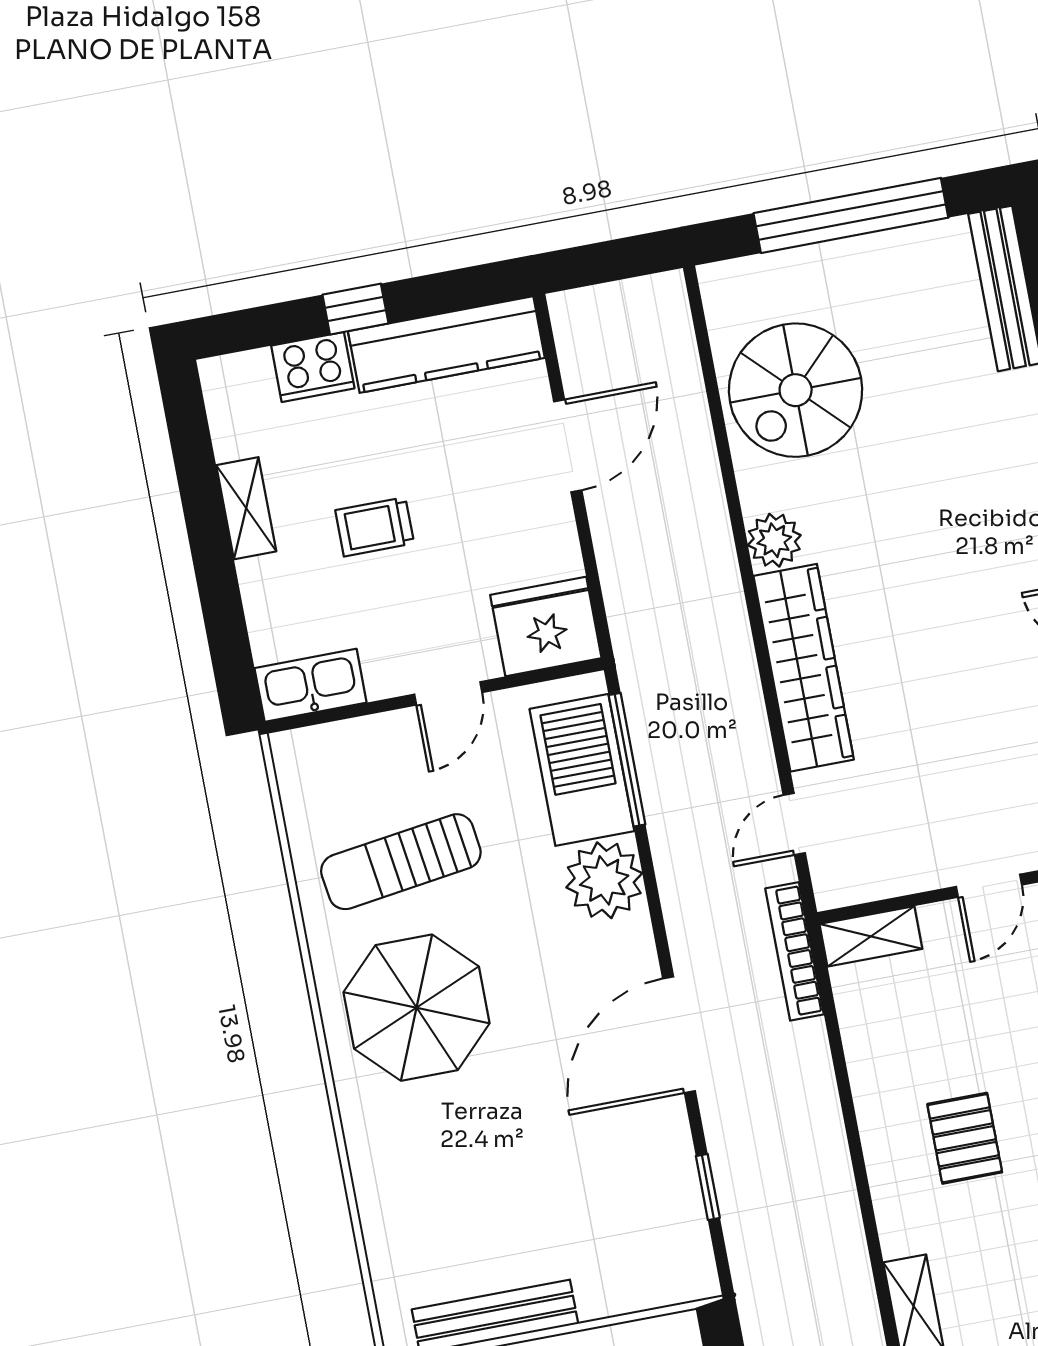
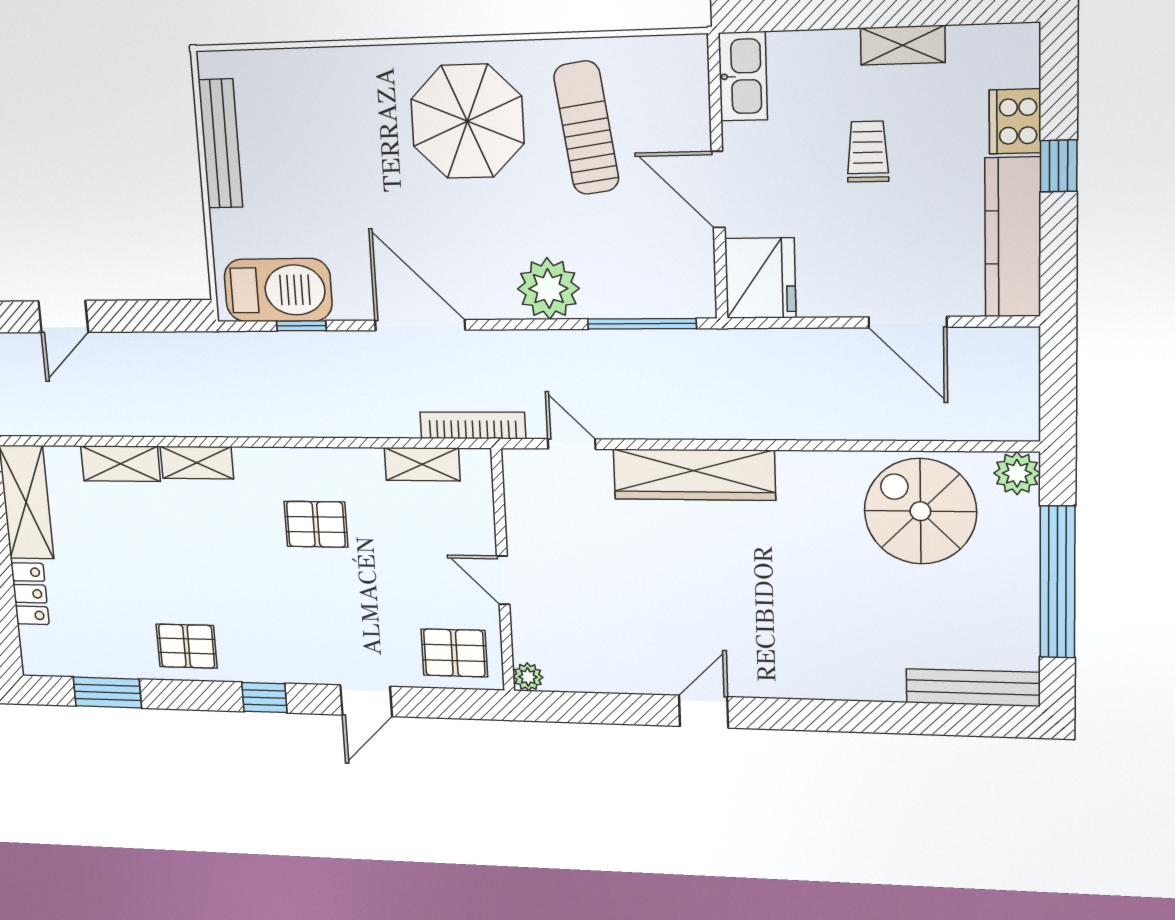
plant: (774, 540) -> (1017, 473), moved
door: (448, 693) -> (718, 190), width x1.38
barbecue: (582, 770) -> (278, 290), moved
shelving: (871, 936) -> (422, 464), moved, turned 90

